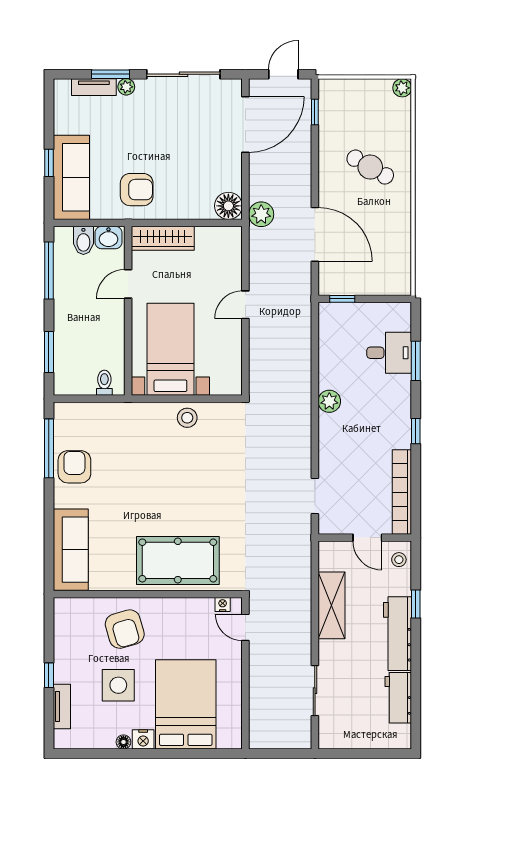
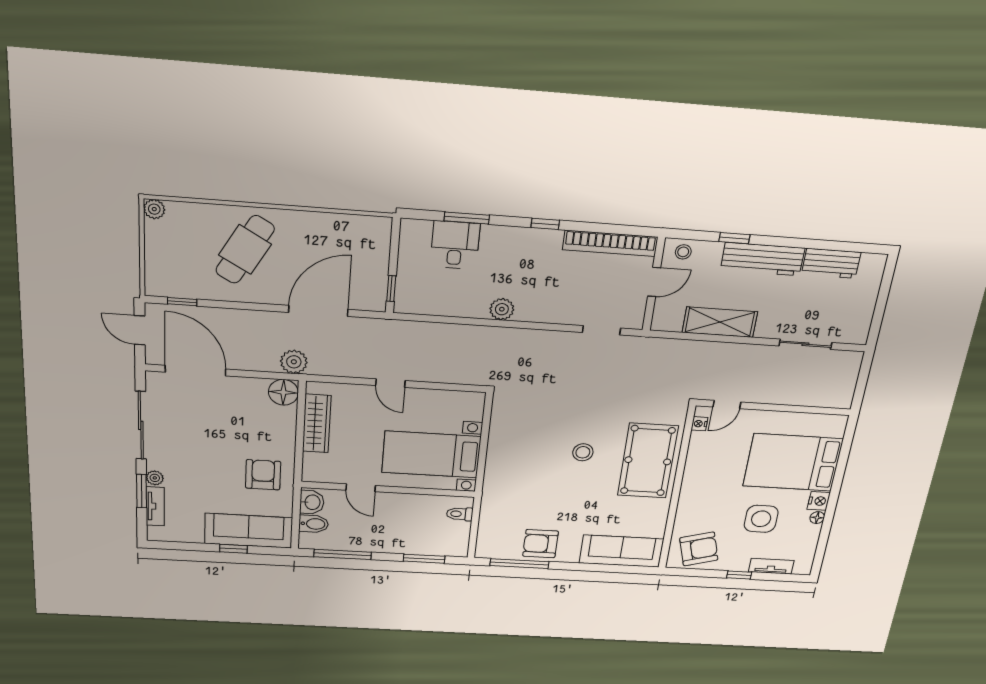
cafe table: (370, 167) -> (245, 250), width x1.37, depth x1.35
wardrobe: (163, 238) -> (317, 423), moved
stool: (187, 418) -> (583, 452), moved
armchair: (125, 629) -> (699, 549), moved

